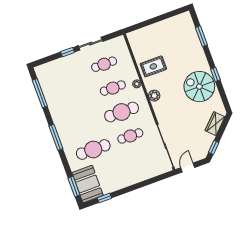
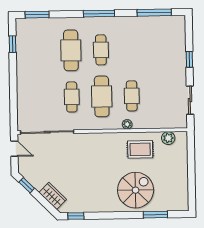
sliding door: (91, 44) -> (190, 100), moved
cafe table: (104, 64) -> (101, 50), moved
rug: (153, 66) -> (140, 149), turned 90
window: (215, 75) -> (76, 216), moved
spiral stairs: (199, 87) -> (136, 190), moved
plant: (154, 96) -> (168, 138), moved
booth: (88, 184) -> (35, 31), removed

